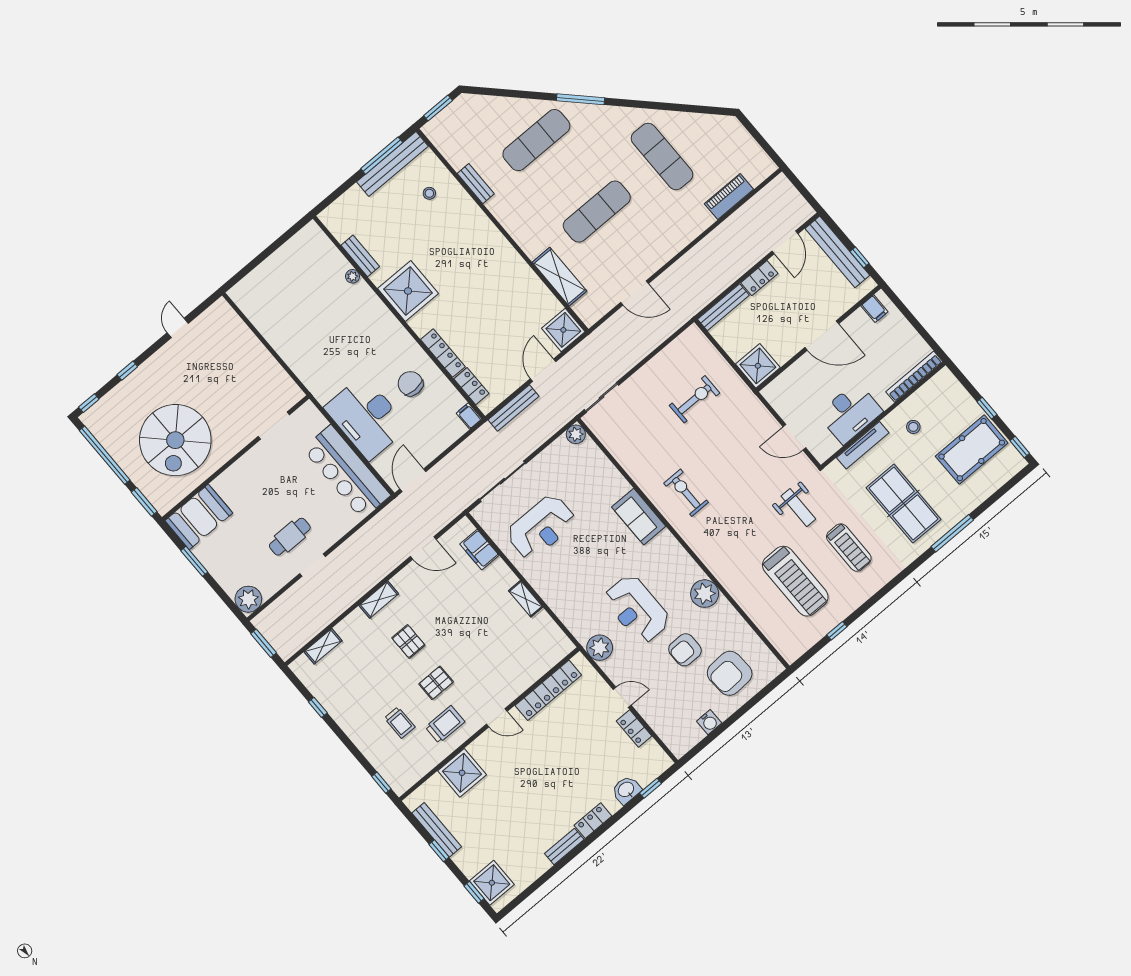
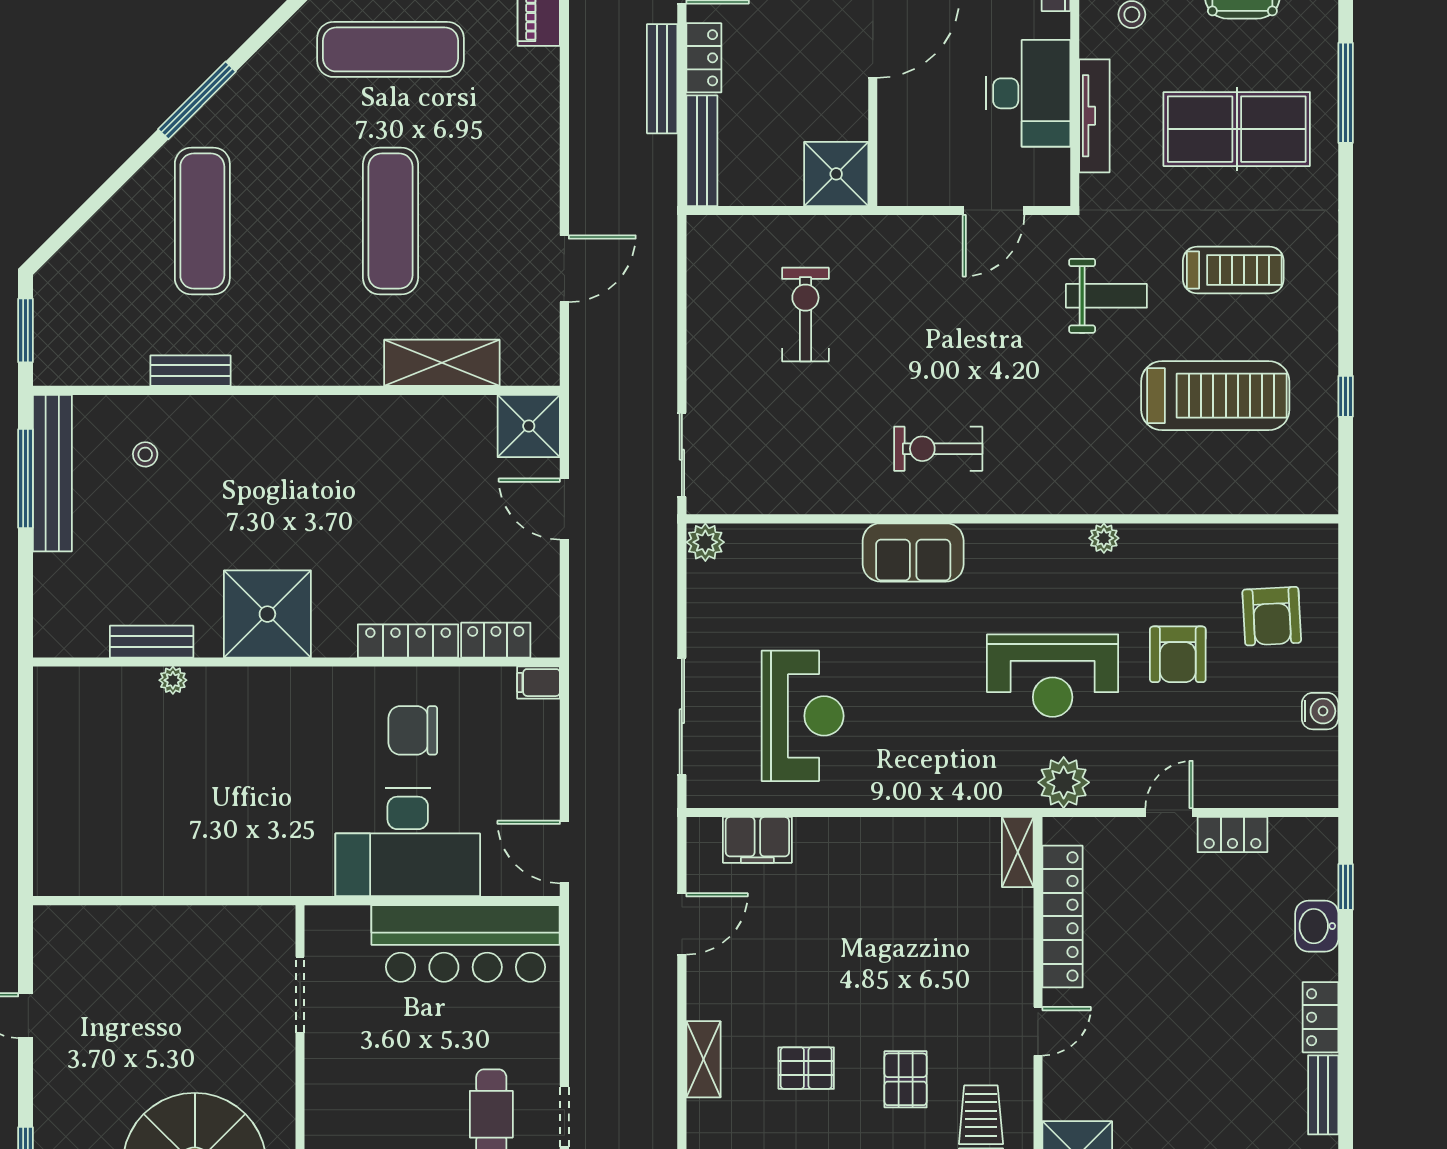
bench: (514, 408) -> (662, 79), moved
plant: (705, 594) -> (1104, 538), width x0.53, depth x0.53
shelving: (526, 599) -> (1018, 852), moved, turned 90
armchair: (730, 673) -> (1272, 616), width x0.73, depth x0.73

